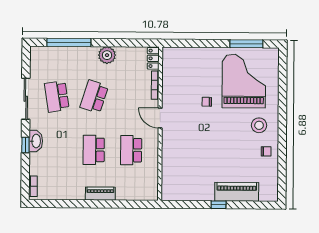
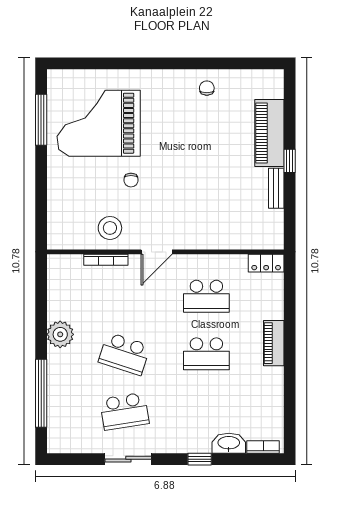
locker: (153, 58) -> (266, 263), moved
sliding door: (26, 99) -> (128, 459), width x0.73
stool: (259, 125) -> (110, 228), moved
washbasin: (36, 141) -> (229, 443), moved
bench: (201, 196) -> (276, 188), added

